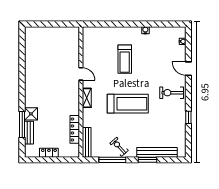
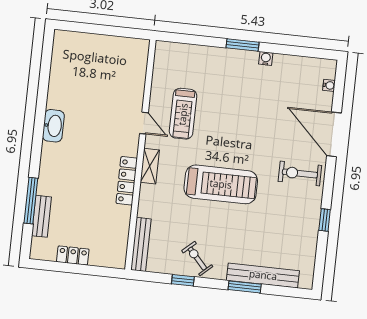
window: (131, 24) -> (242, 45), added
treadmill: (125, 59) -> (183, 114), moved
door: (188, 69) -> (334, 134), width x1.87
washbasin: (30, 81) -> (53, 126), added
shower: (31, 114) -> (49, 184), removed
locker: (75, 129) -> (127, 181), moved
window: (112, 160) -> (183, 280), width x0.46

